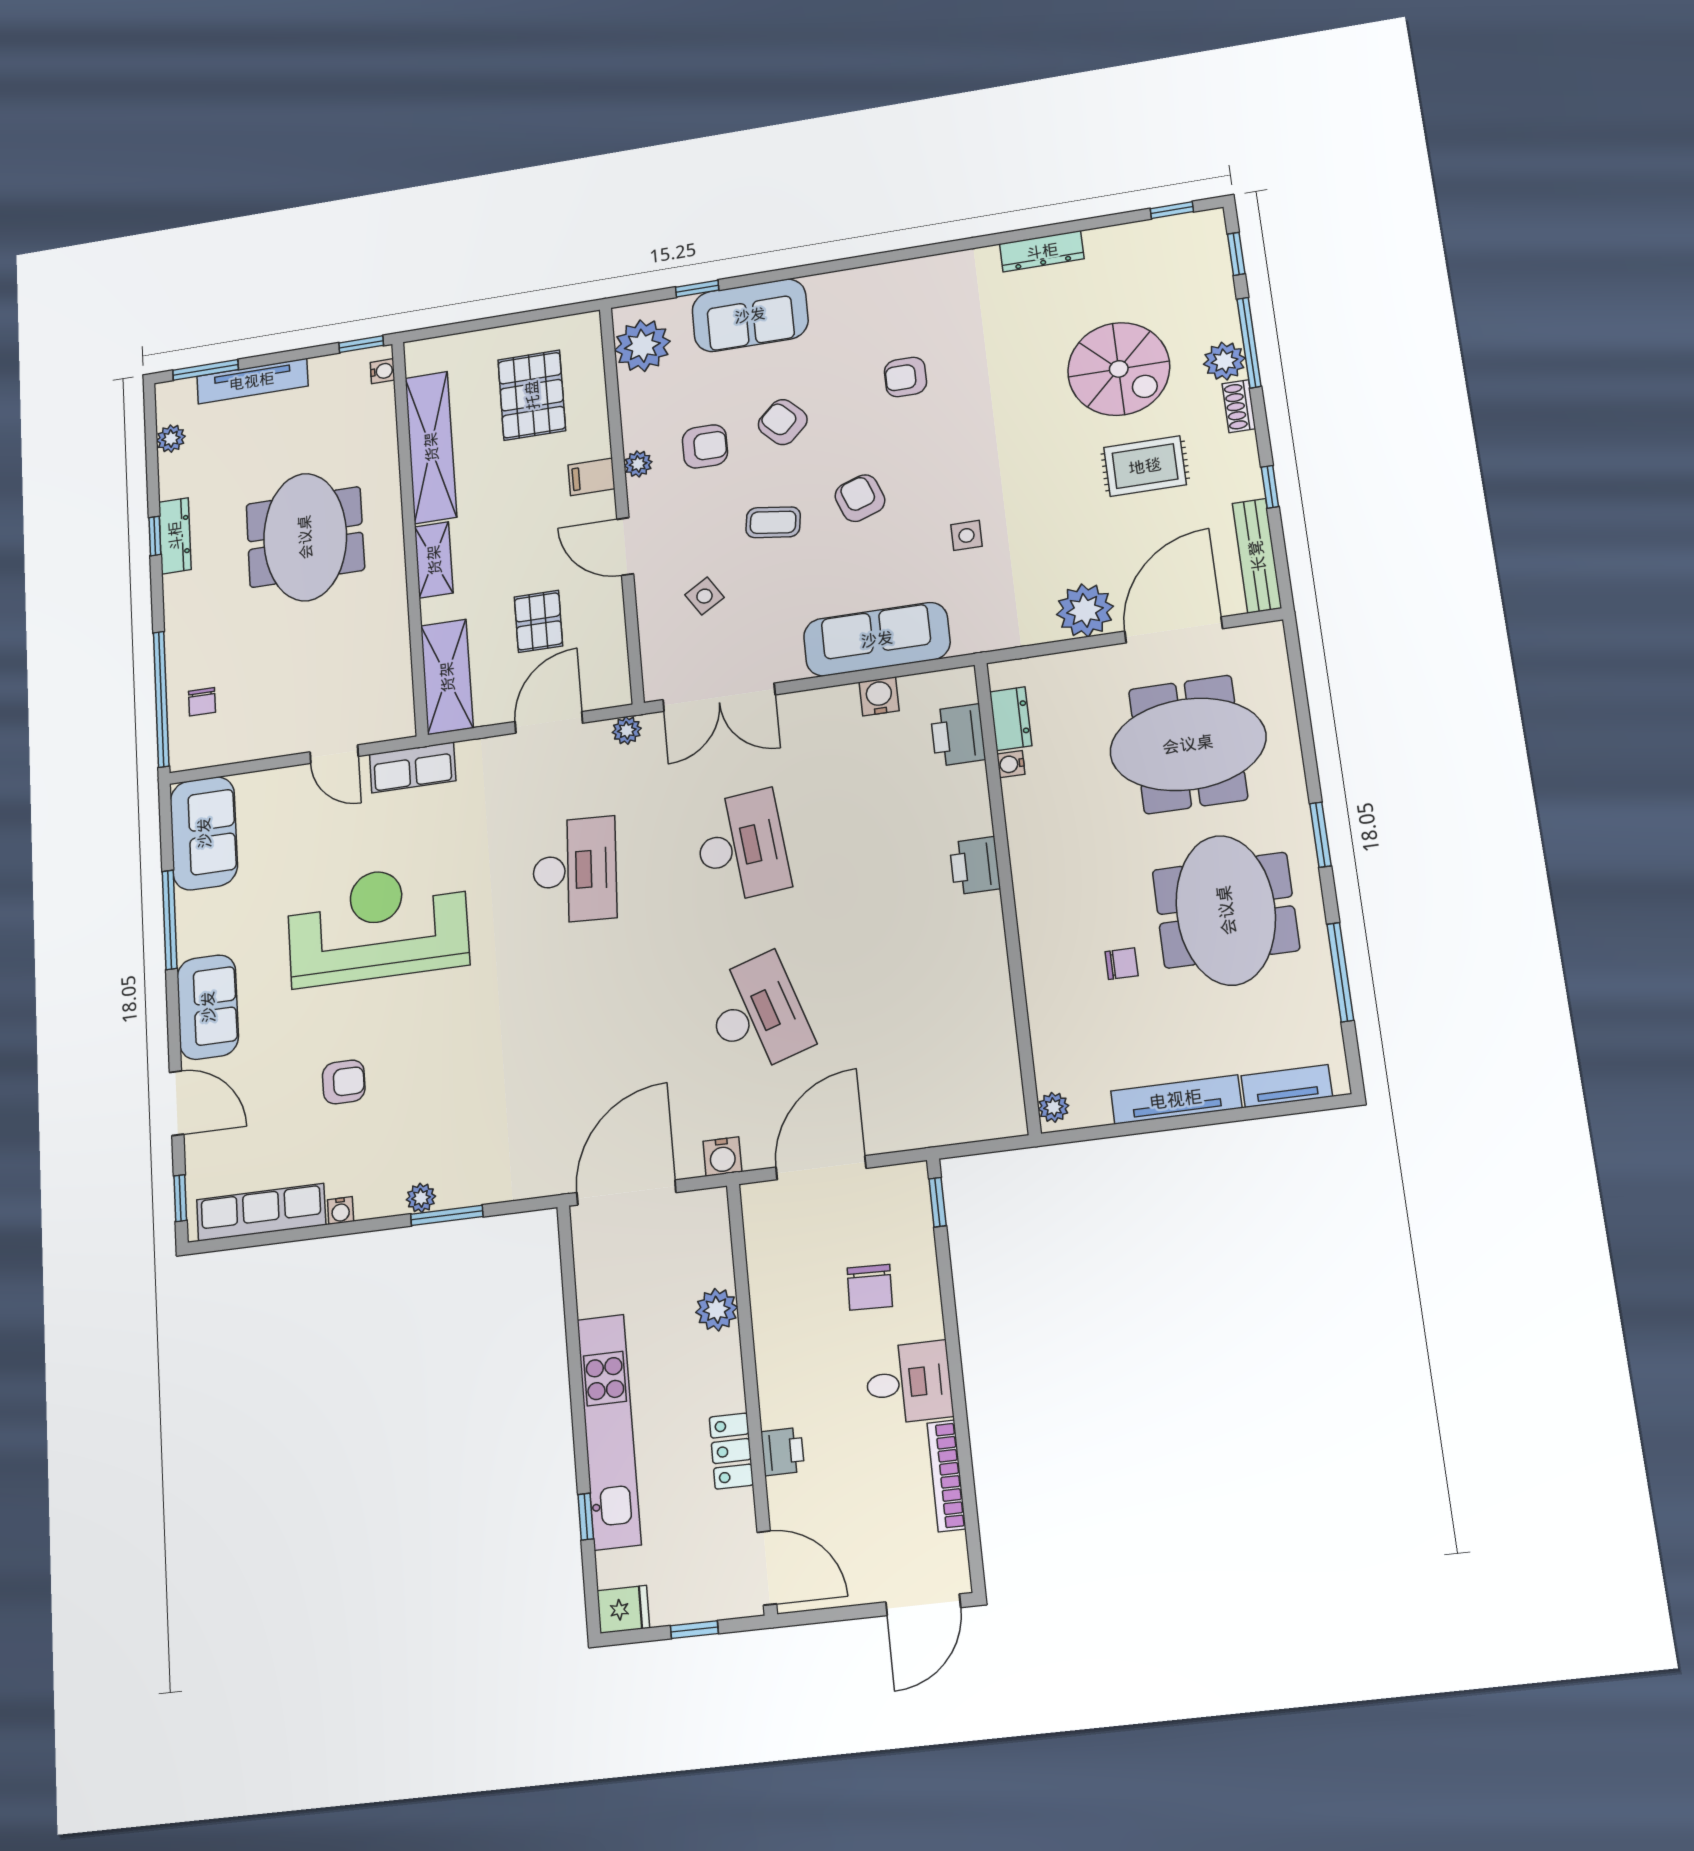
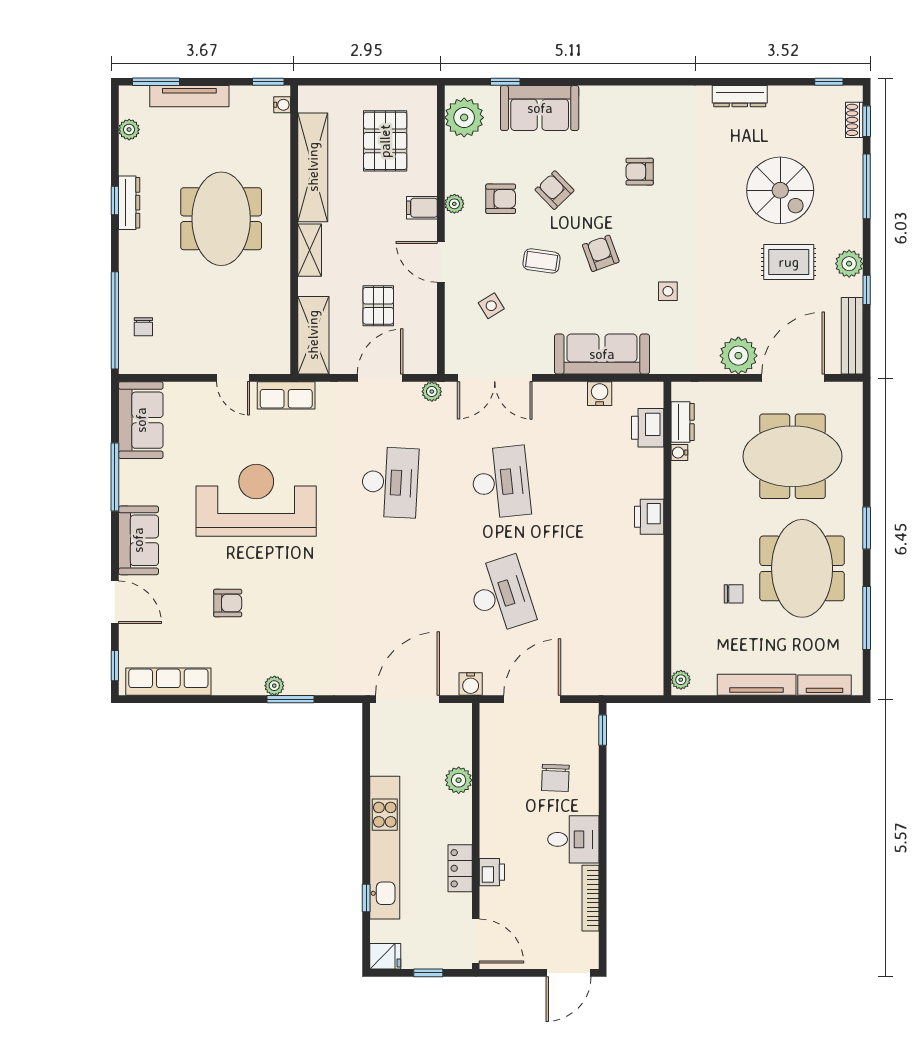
plant: (1224, 361) -> (849, 264), moved
shoe rack: (1239, 406) -> (854, 120), moved
water cooler: (341, 1211) -> (221, 687), removed

